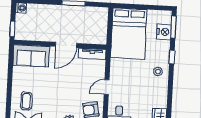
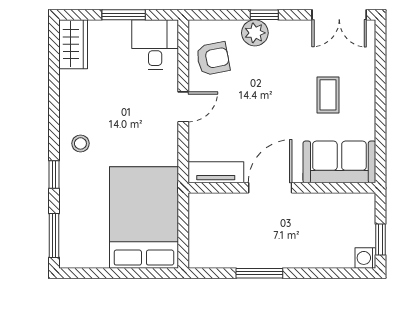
window: (12, 29) -> (381, 240), moved
nightstand: (164, 32) -> (73, 225), removed
coffee table: (26, 101) -> (328, 95), moved

